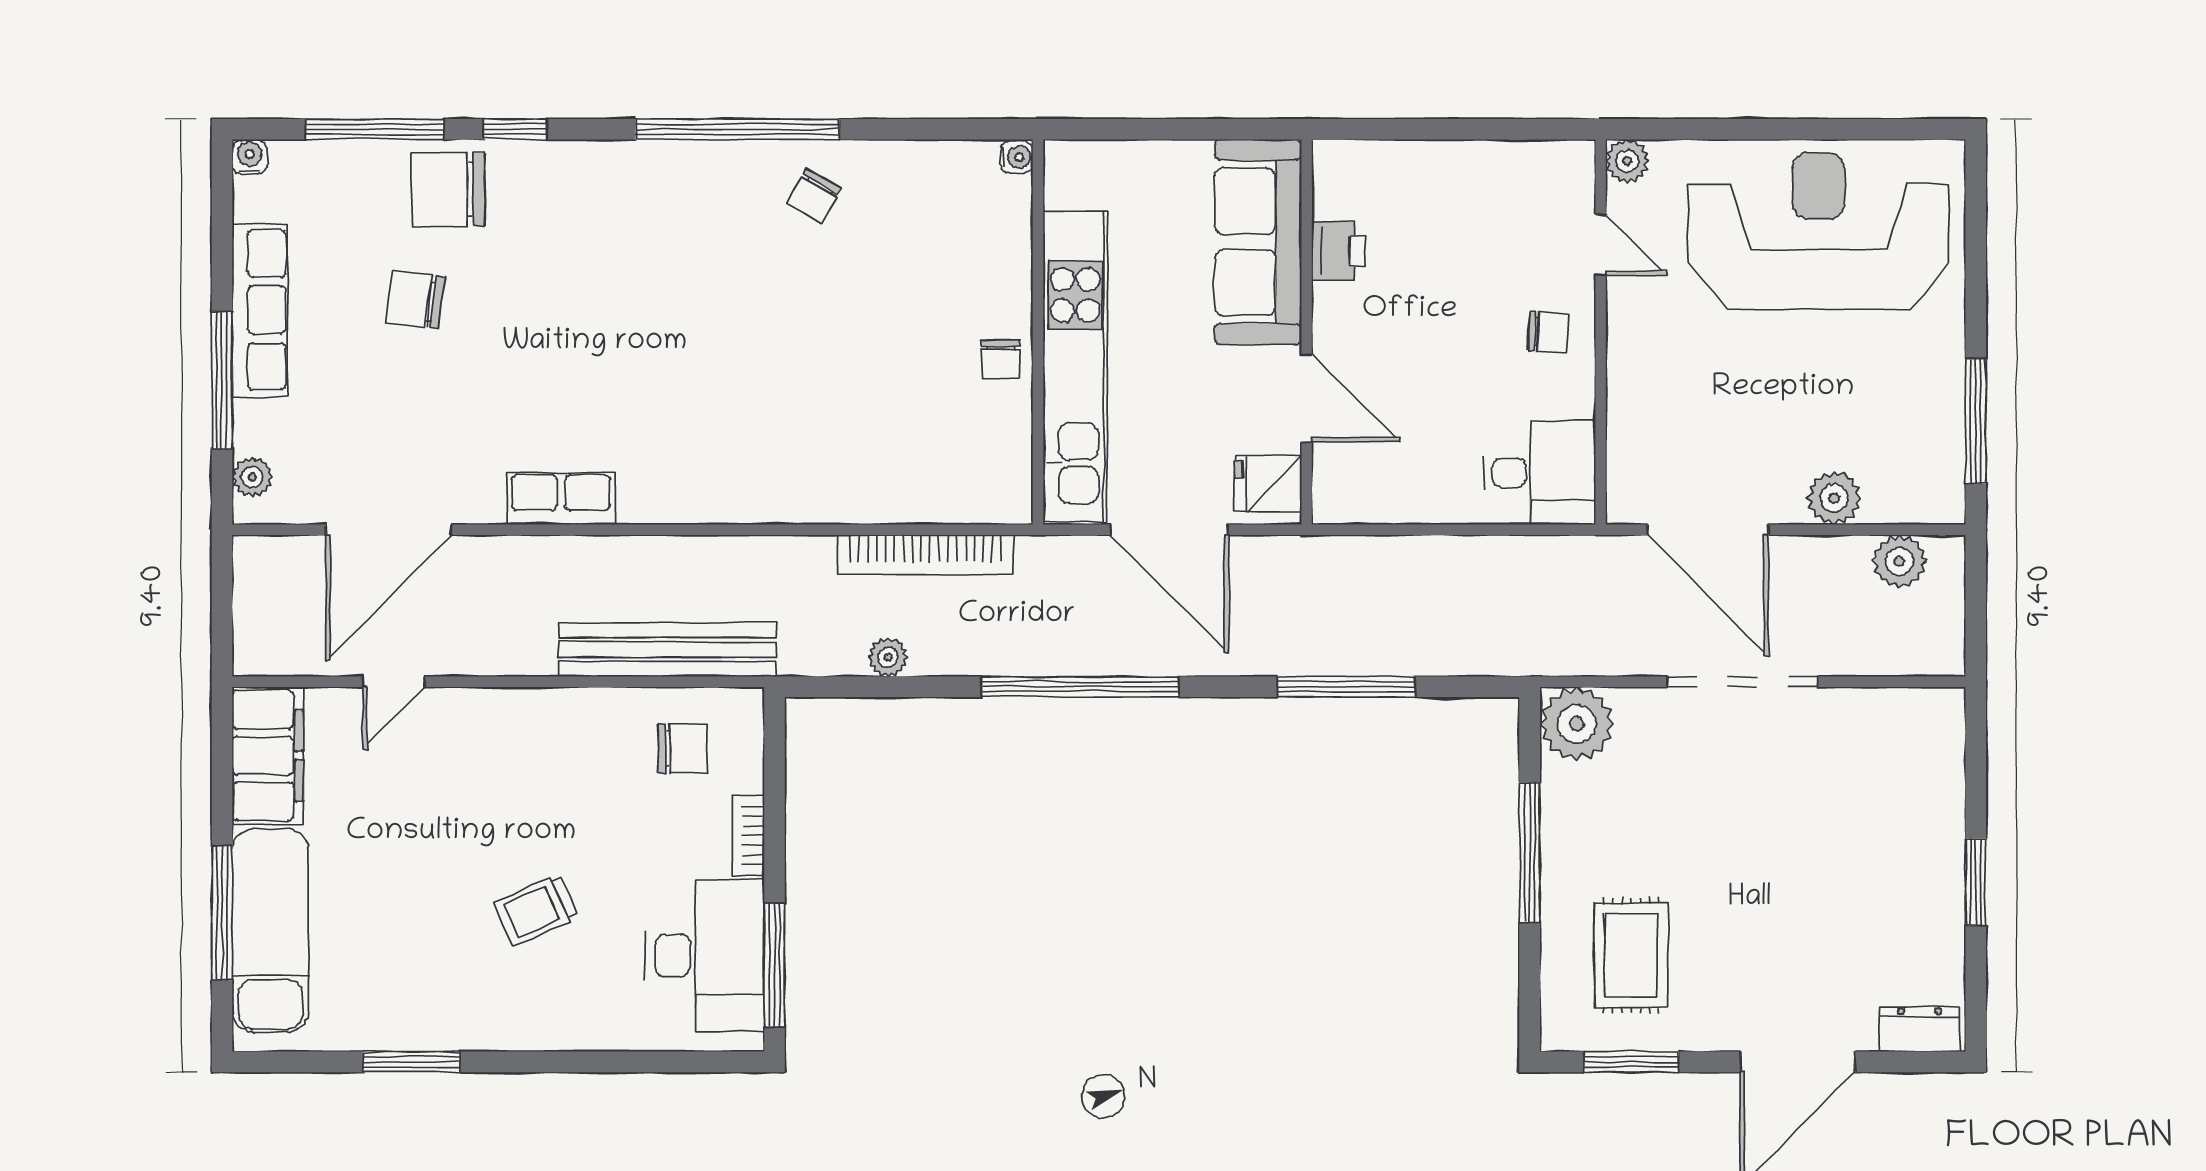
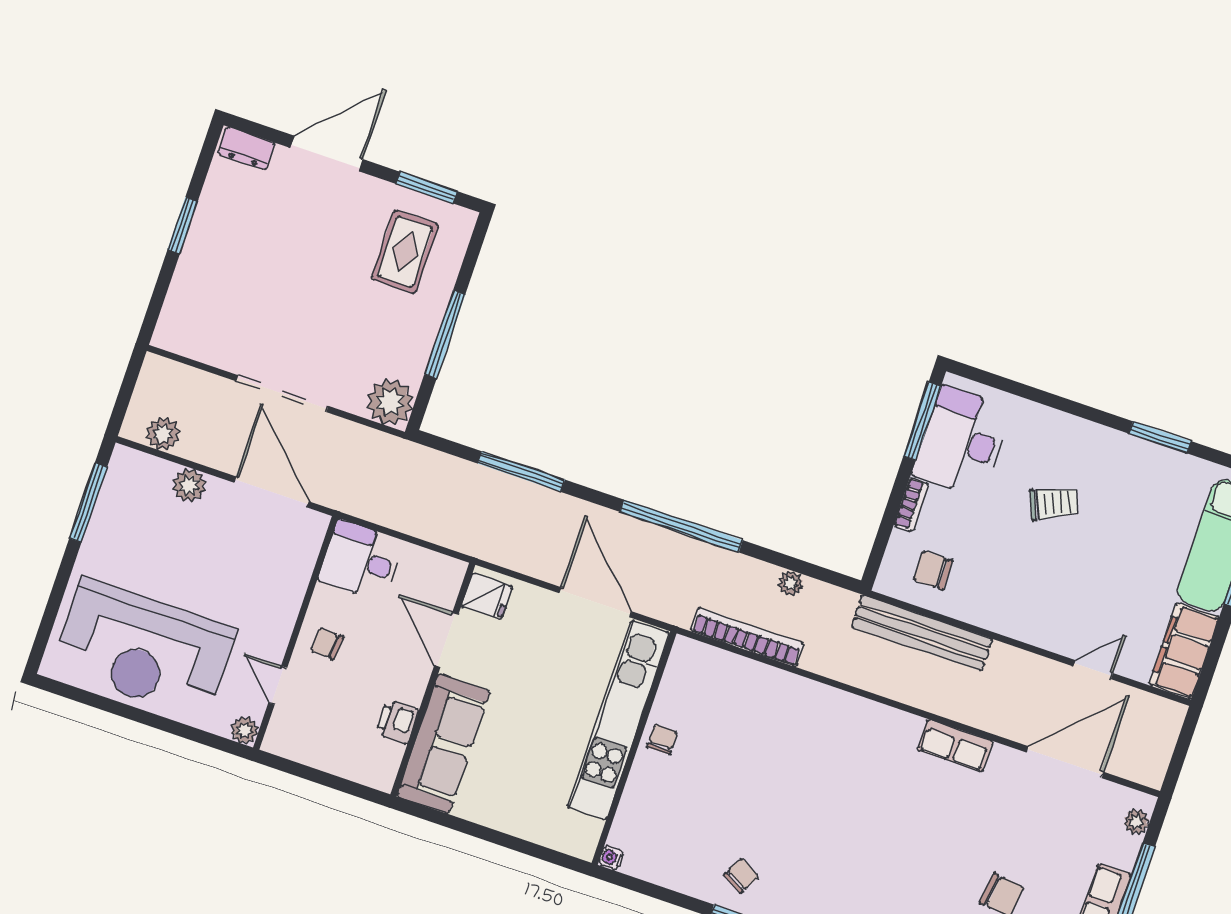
sofa: (1258, 242) -> (444, 744), moved
printer: (1338, 251) -> (397, 722), moved
wall: (1307, 332) -> (433, 680), moved
door: (1307, 398) -> (446, 640), moved
fridge: (1268, 484) -> (487, 596), moved

